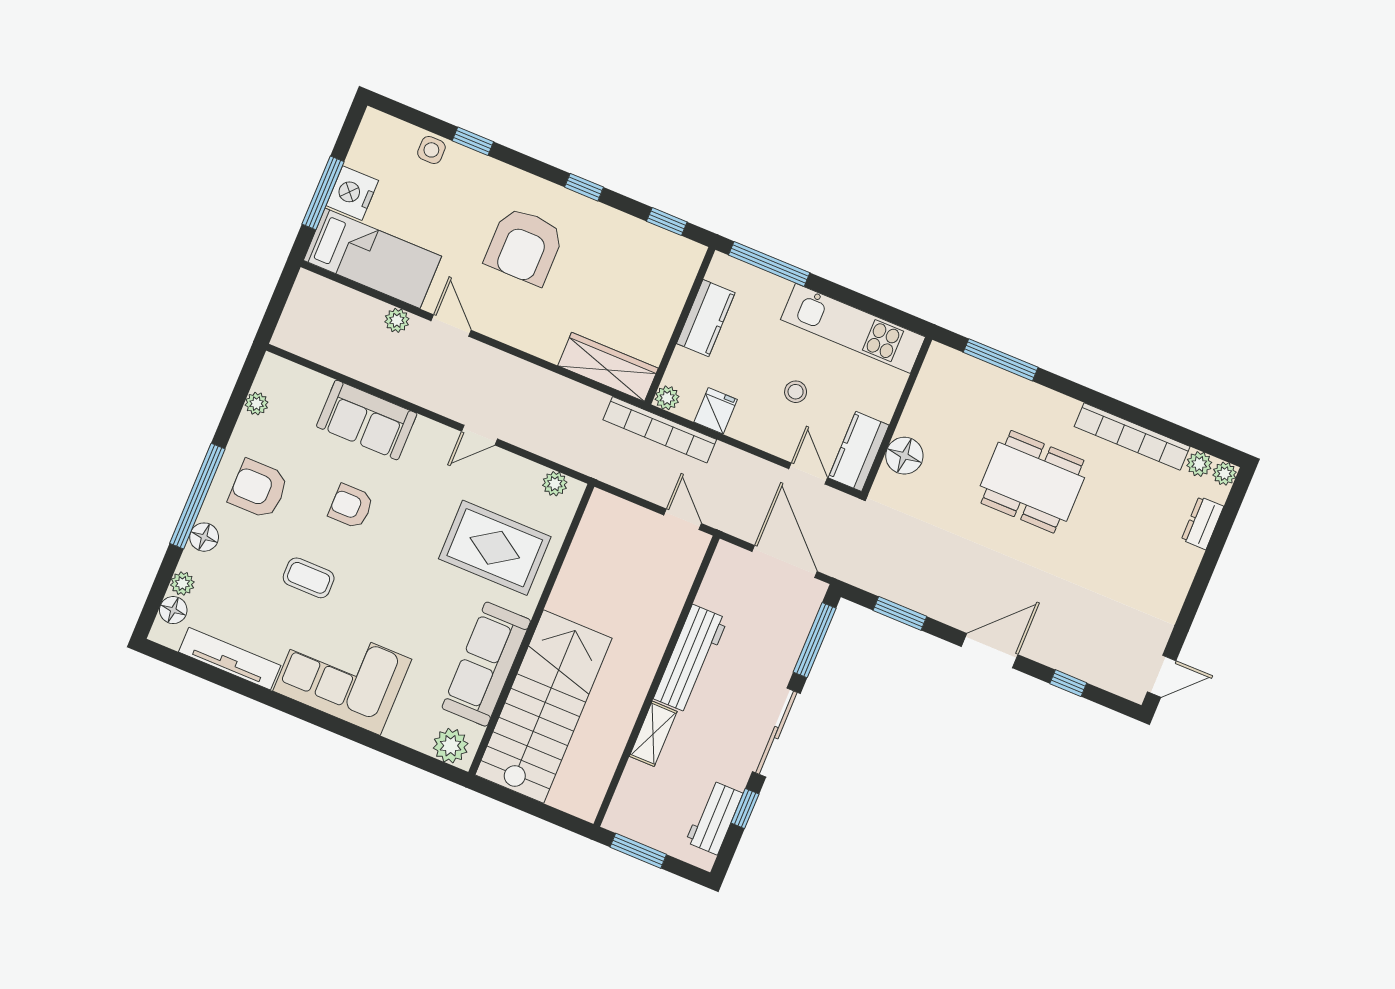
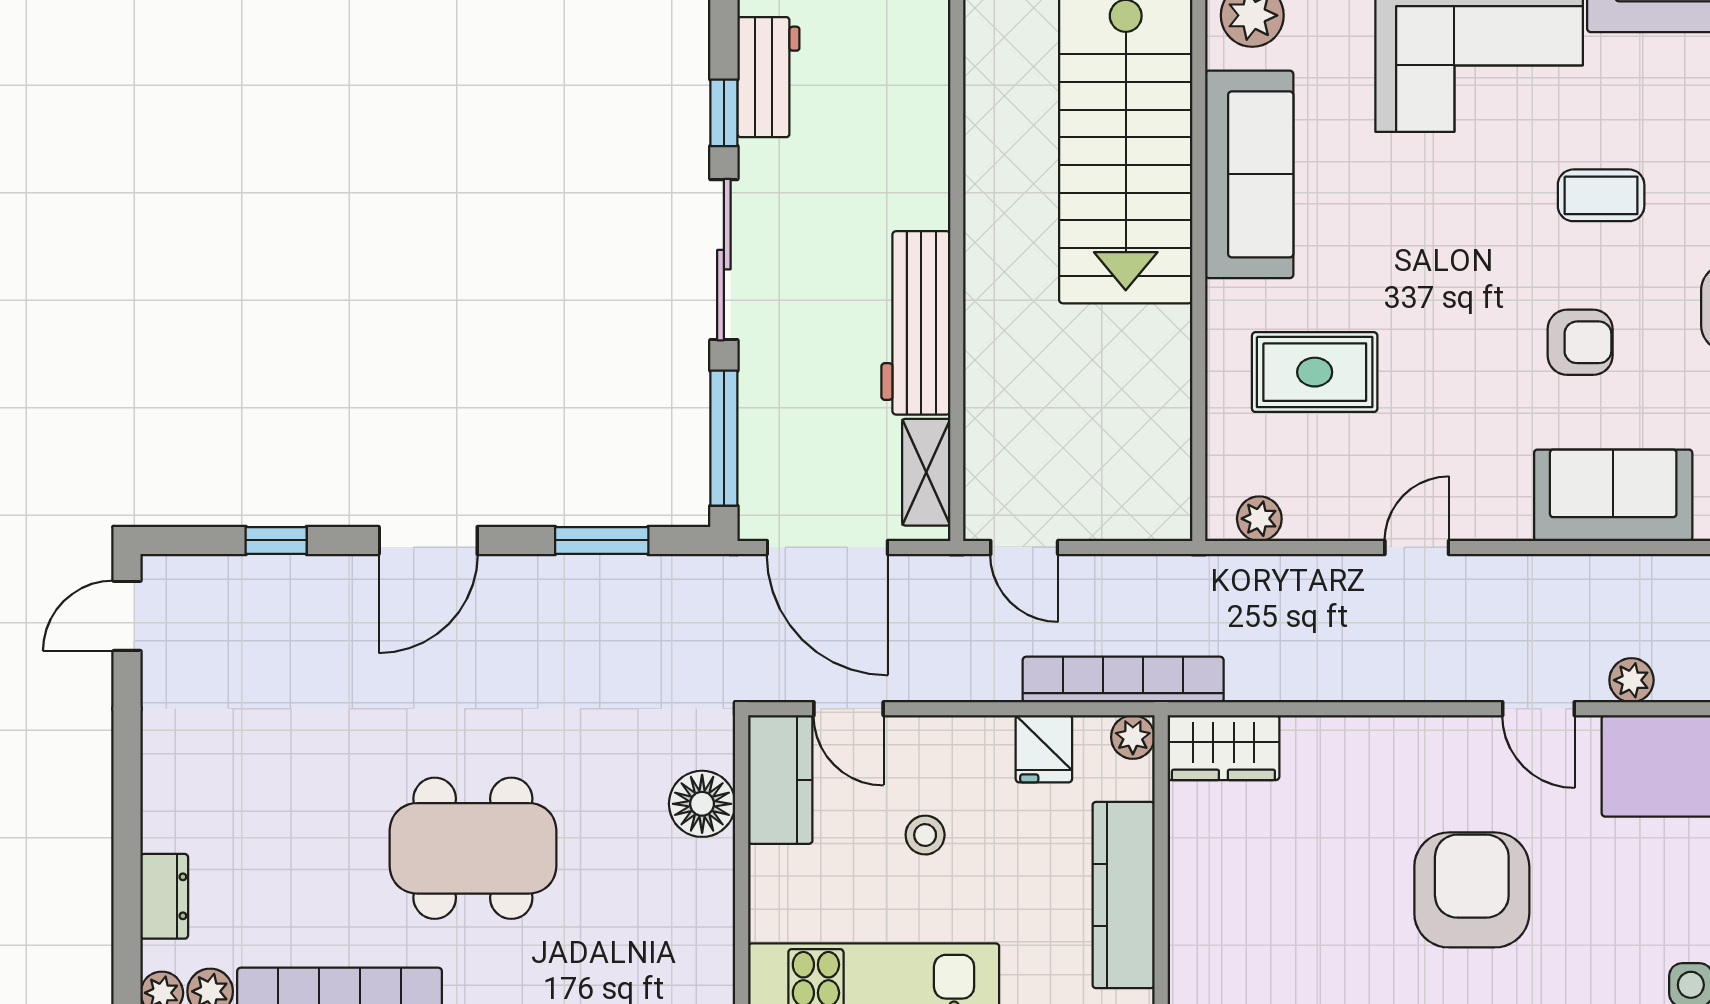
kitchen counter: (706, 318) -> (1124, 895), width x1.50
wardrobe: (608, 367) -> (1223, 748), width x0.67
rug: (495, 548) -> (1315, 372), width x0.73, depth x0.70
shelving: (653, 734) -> (926, 472), moved

